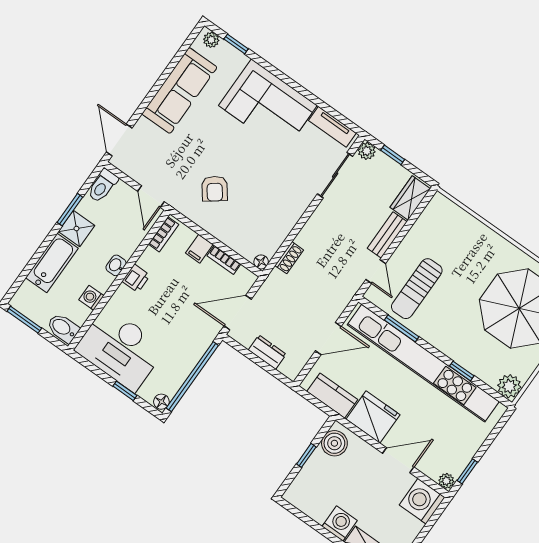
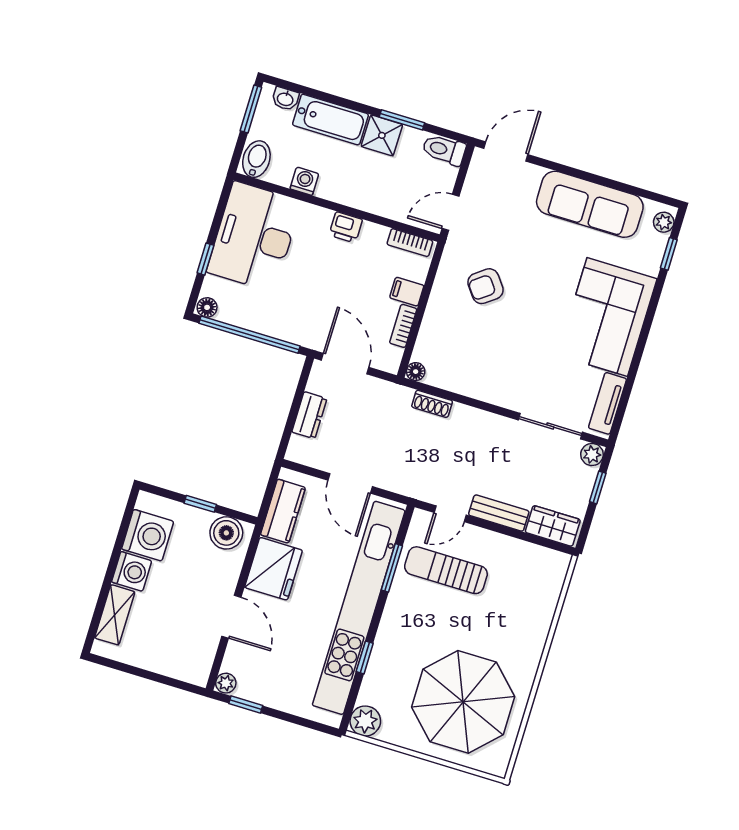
washbasin: (116, 265) -> (285, 99), moved, turned 180
washing machine: (422, 501) -> (148, 535), moved, turned 90

